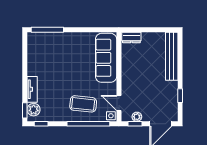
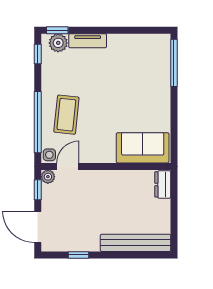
sofa: (106, 58) -> (143, 148), width x0.73
plant: (137, 117) -> (48, 177), moved

